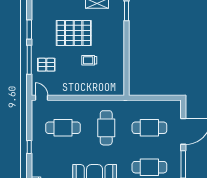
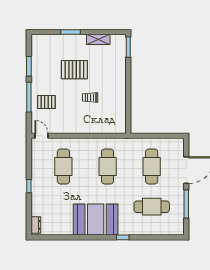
pallet: (74, 33) -> (74, 70), width x0.73, depth x0.71
cafe table: (63, 128) -> (63, 166), turned 90
cafe table: (149, 128) -> (152, 166), turned 90

